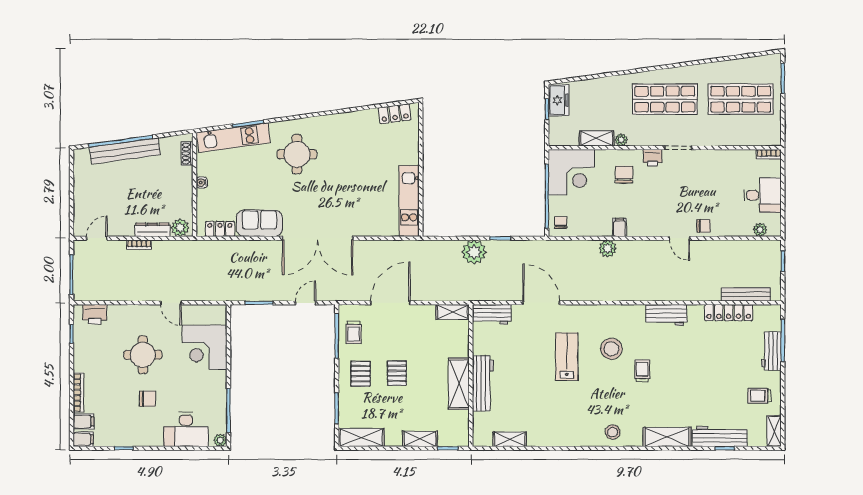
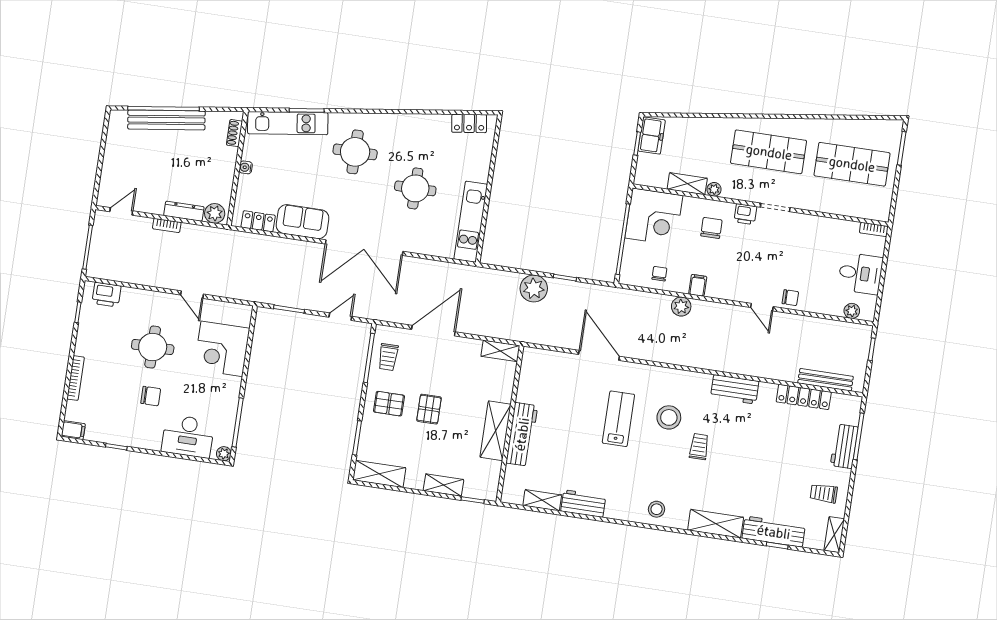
round table: (355, 179) -> (415, 188), added
chair: (561, 222) -> (659, 274), moved
workbench: (492, 314) -> (583, 504), moved, turned 180
pallet: (361, 374) -> (389, 404), turned 90
filing cabinet: (83, 421) -> (77, 411), removed

